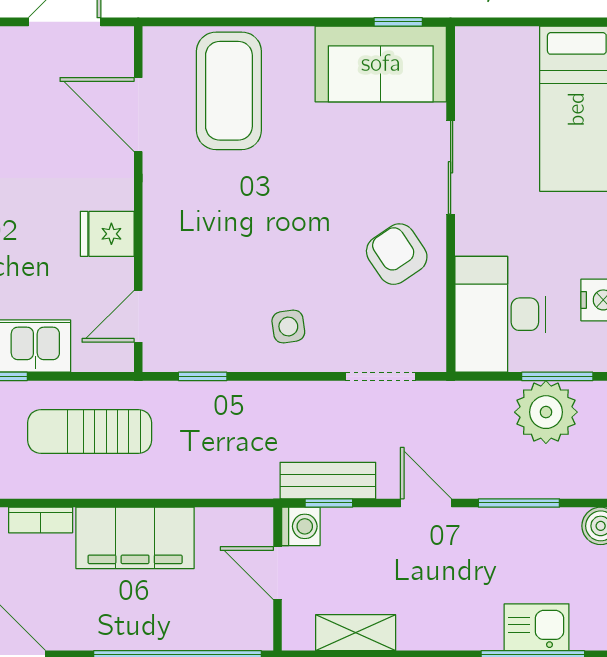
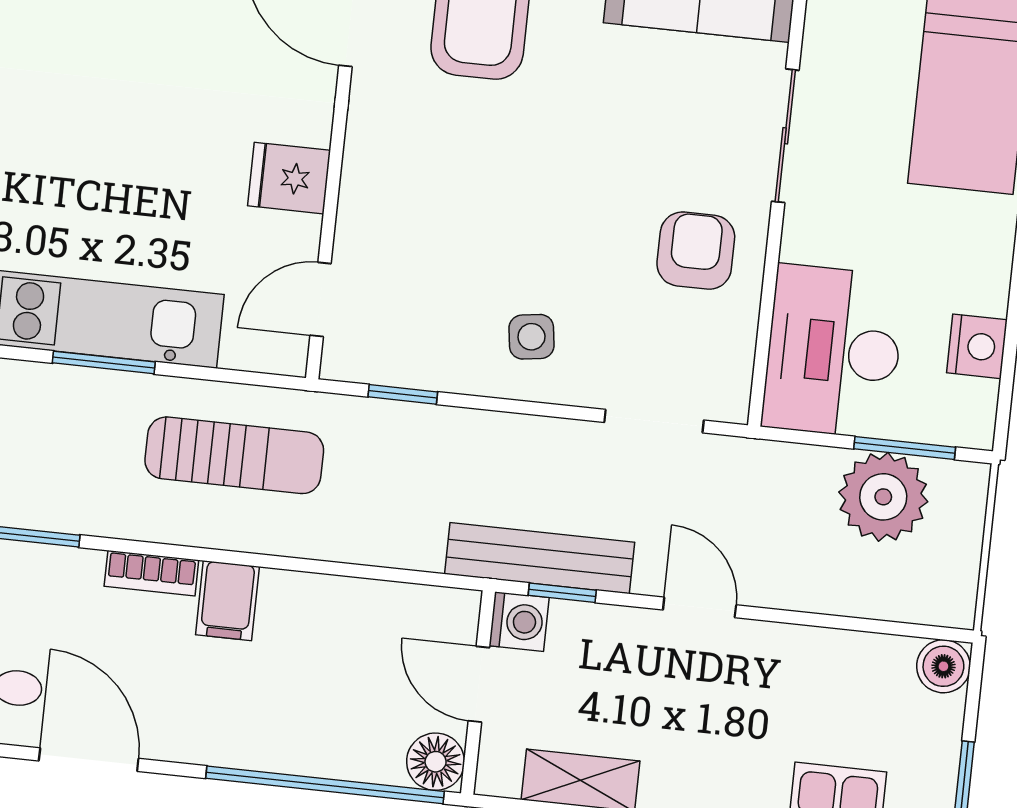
armchair: (397, 254) -> (696, 251), turned 34
sun lounger: (90, 431) -> (234, 455), turned 180
bench: (328, 481) -> (540, 558), width x1.36
window: (519, 503) -> (831, 621), removed
filing cabinet: (135, 538) -> (227, 601), width x0.33, depth x0.86
floor lamp: (253, 630) -> (436, 762), added

